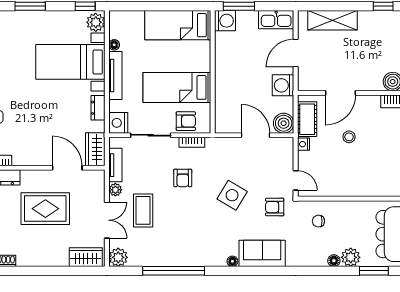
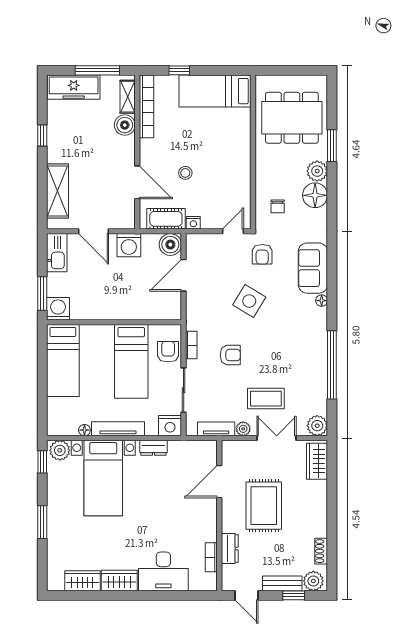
wardrobe: (95, 149) -> (199, 451), removed
floor lamp: (334, 261) -> (315, 195), width x1.89, depth x1.89

